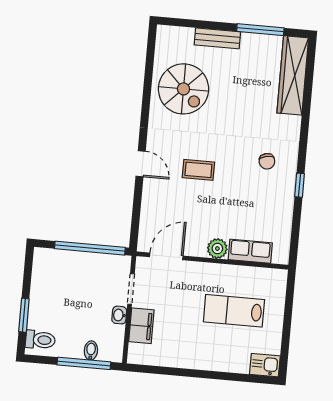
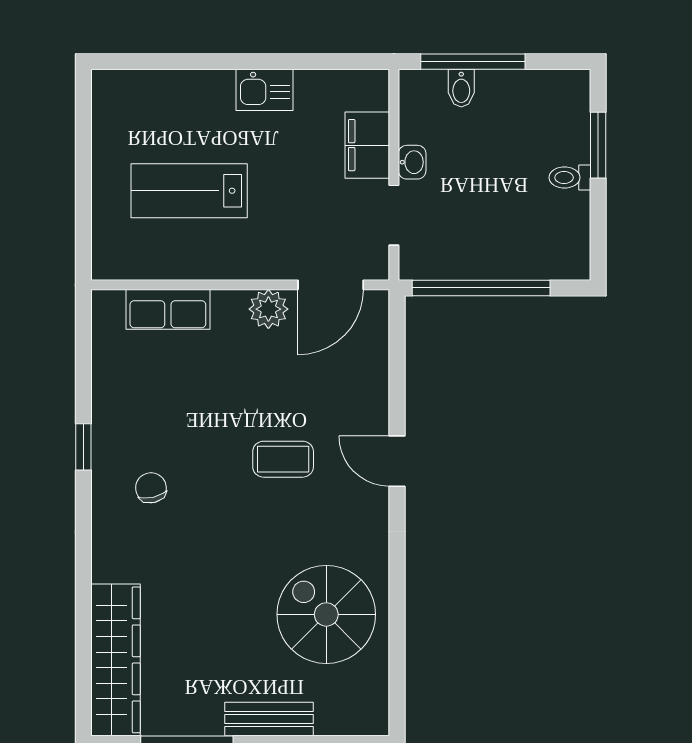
plant: (217, 249) -> (268, 309), moved
lab bench: (234, 311) -> (189, 191), turned 180
toilet: (40, 340) -> (570, 177), moved, width x0.73, depth x0.72
kitchen sink: (265, 365) -> (264, 90), moved

